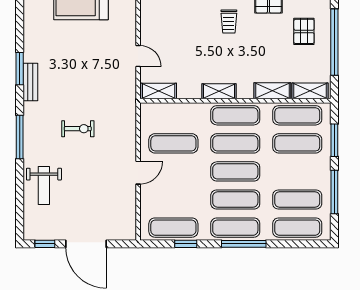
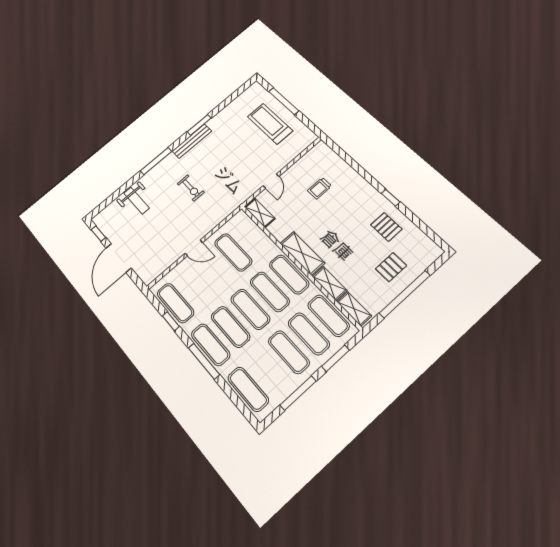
trolley: (229, 21) -> (319, 188), moved
bench: (30, 82) -> (192, 141), width x1.36
shelving: (219, 91) -> (302, 253), width x1.50, depth x1.33
weight bench: (44, 186) -> (137, 201), turned -90
exercise mat: (297, 200) -> (289, 352), moved

